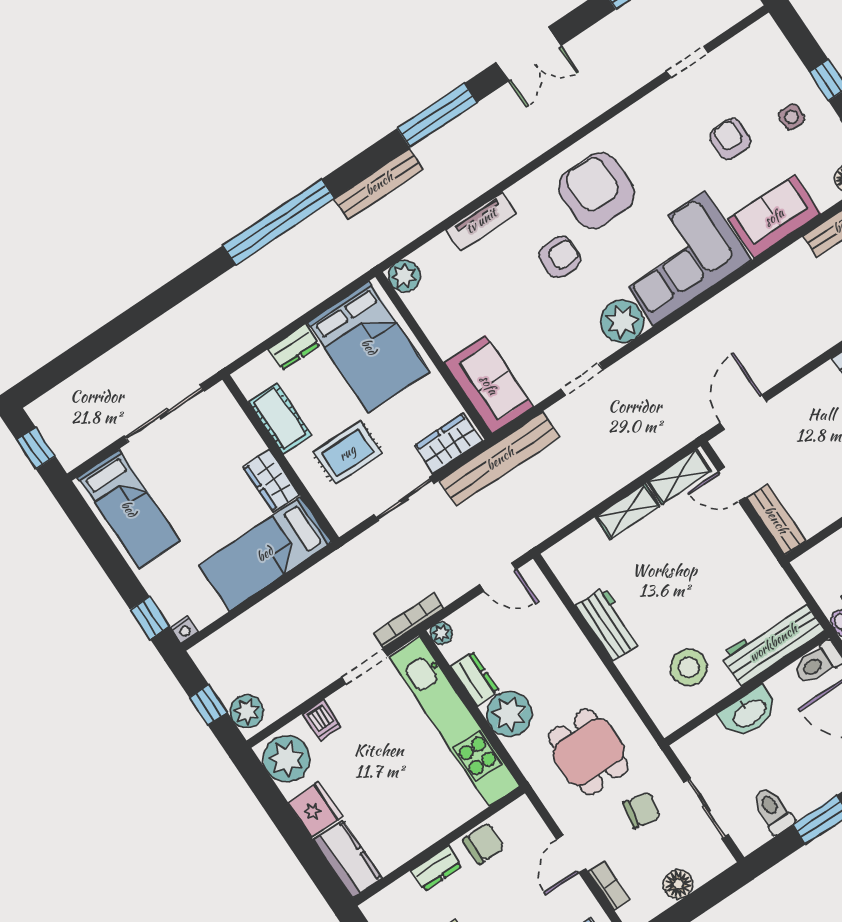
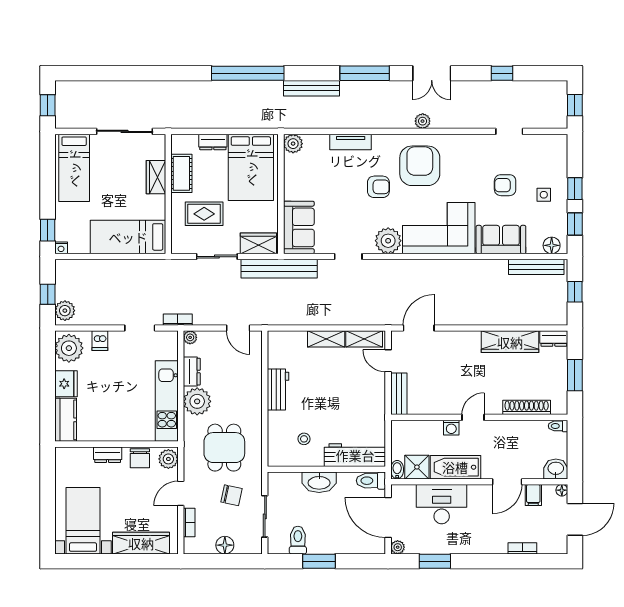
plant: (560, 127) -> (423, 121), added
armchair: (730, 139) -> (505, 185), turned -90
wardrobe: (271, 481) -> (156, 177), moved
bookcase: (408, 621) -> (178, 320), width x0.64
stool: (689, 667) -> (304, 439), width x0.53, depth x0.53
kitchen unit: (454, 721) -> (167, 401), width x0.73
plant: (523, 819) -> (168, 459), added
chair: (484, 844) -> (140, 458), turned 90

